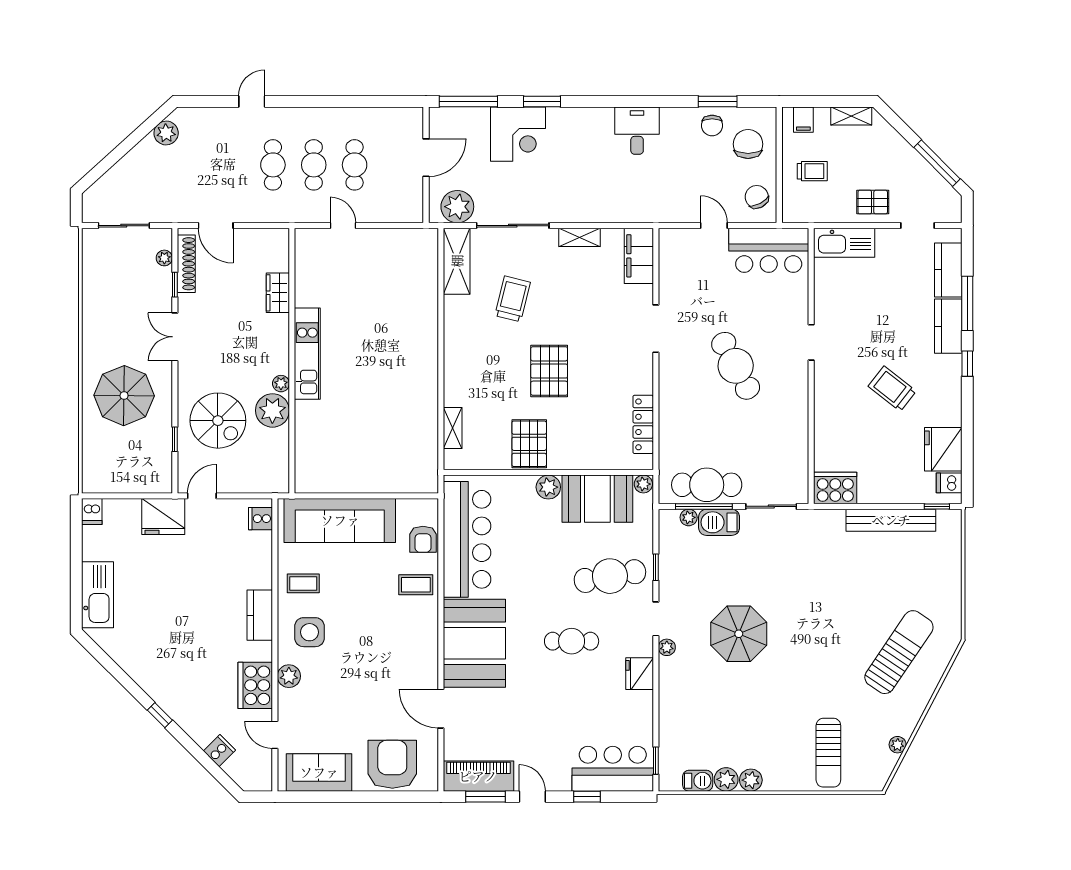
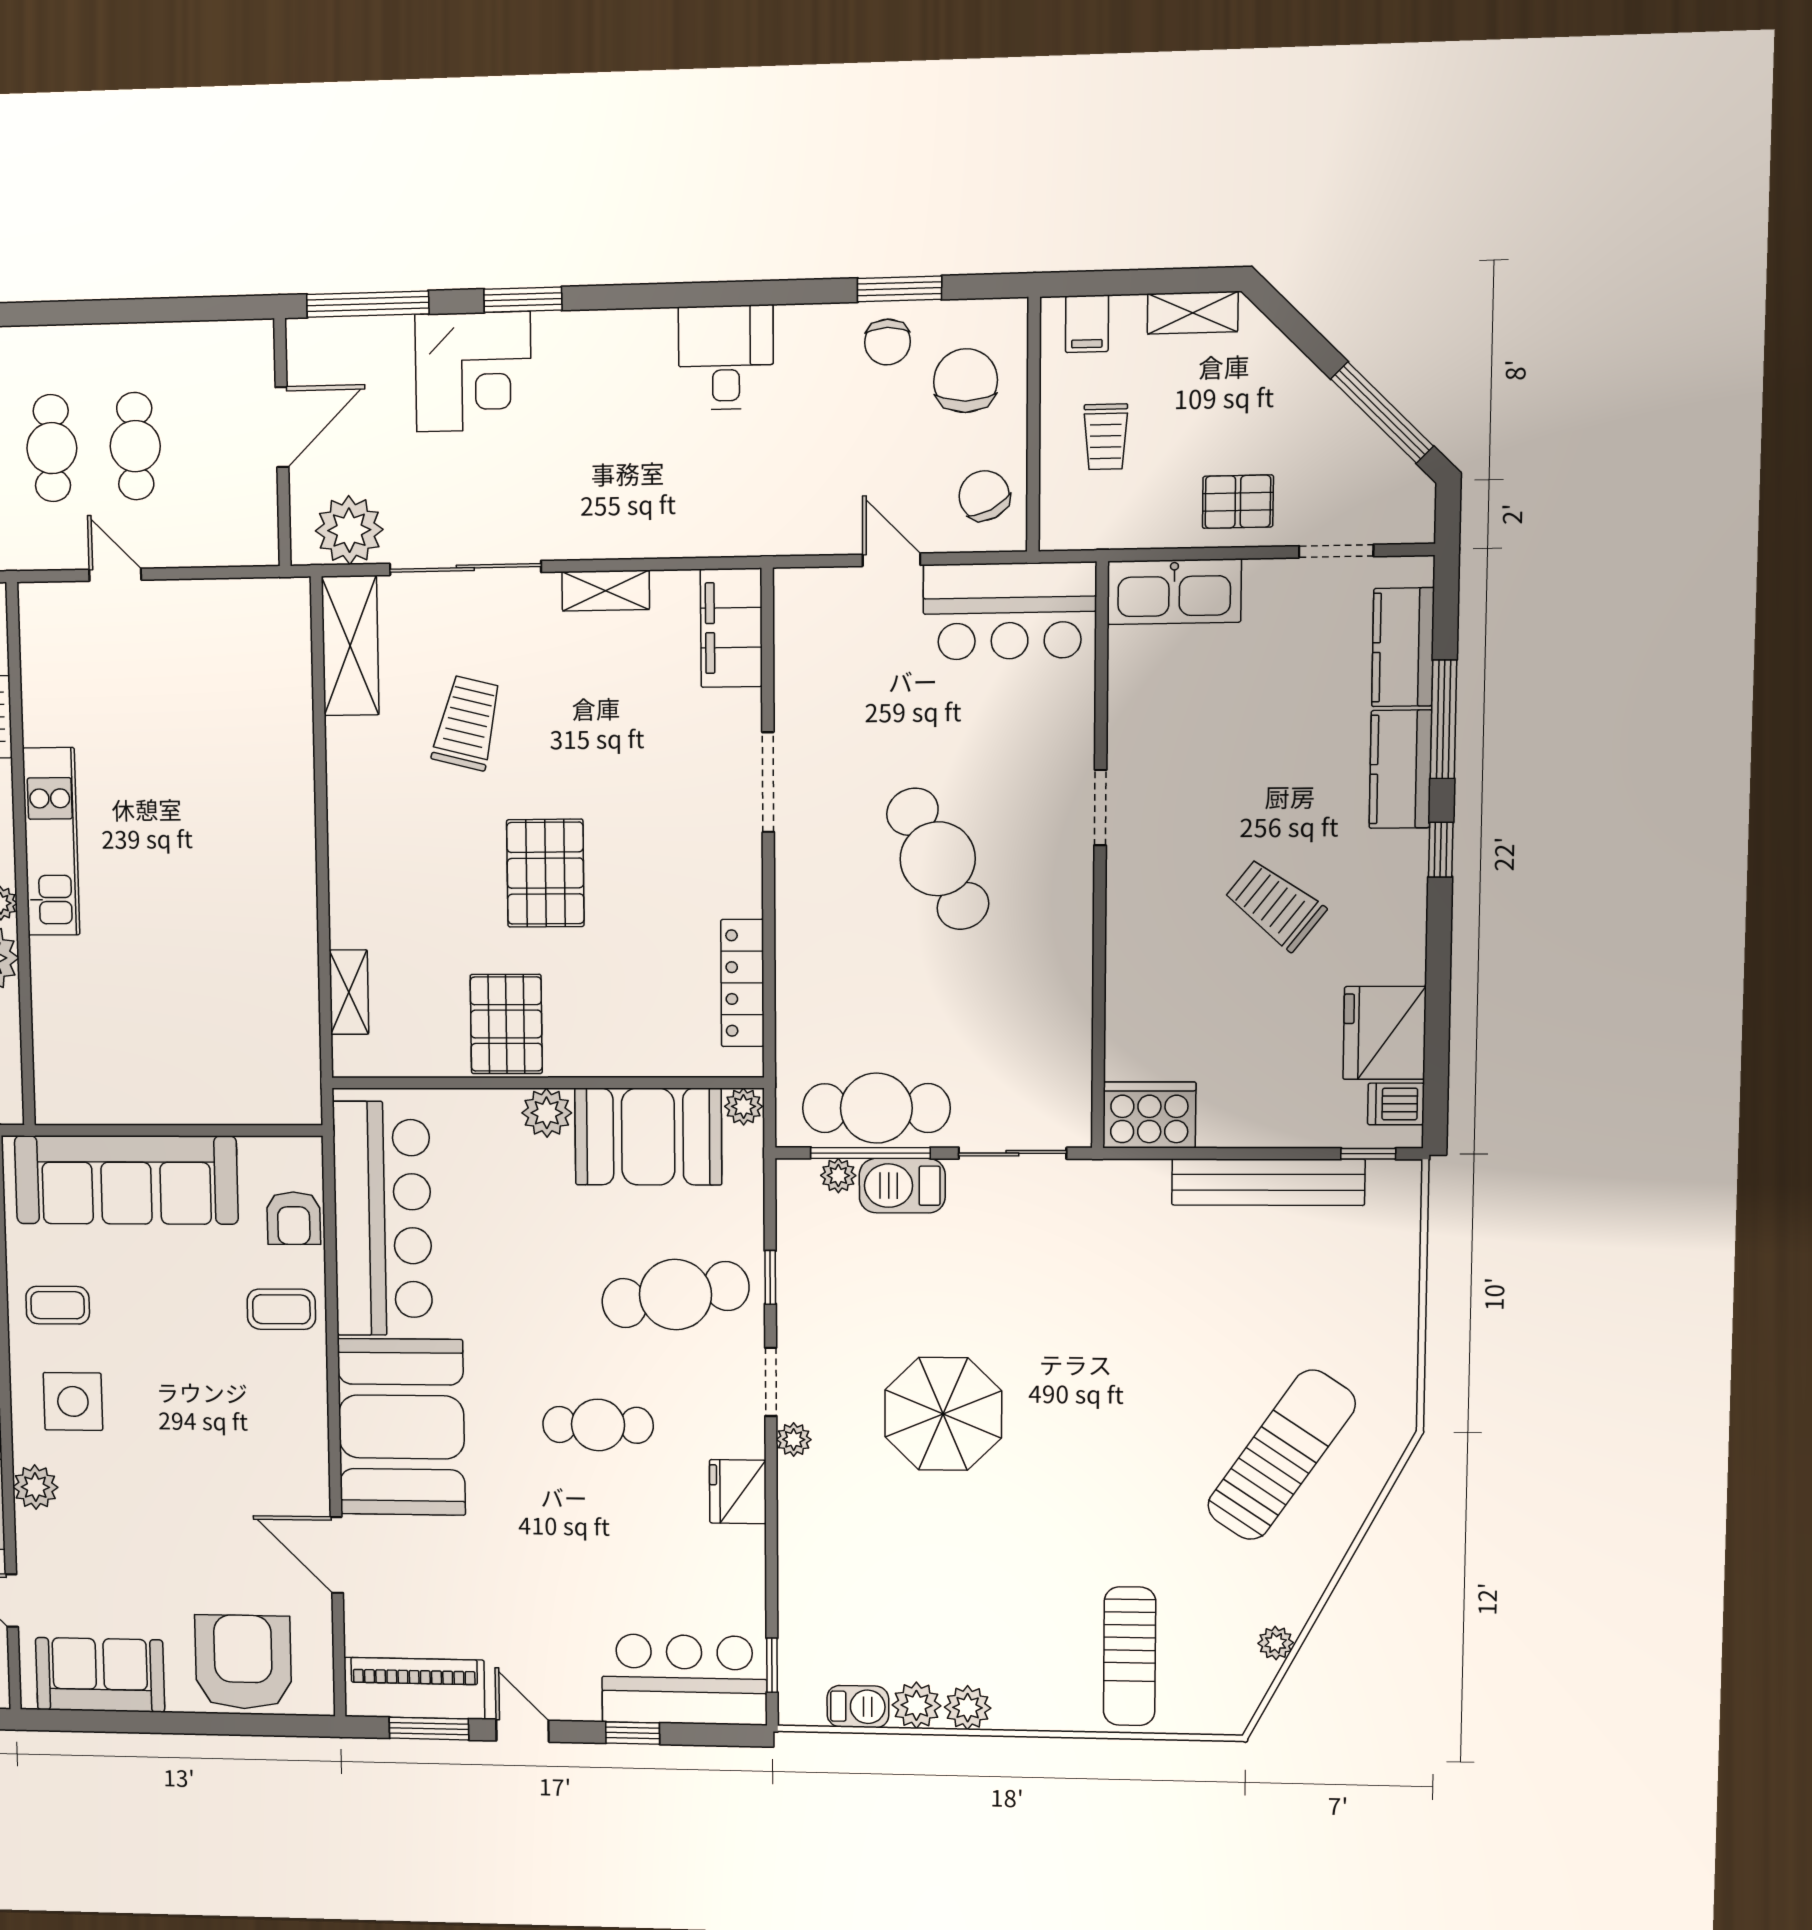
trolley: (812, 171) -> (1106, 437), turned 90

